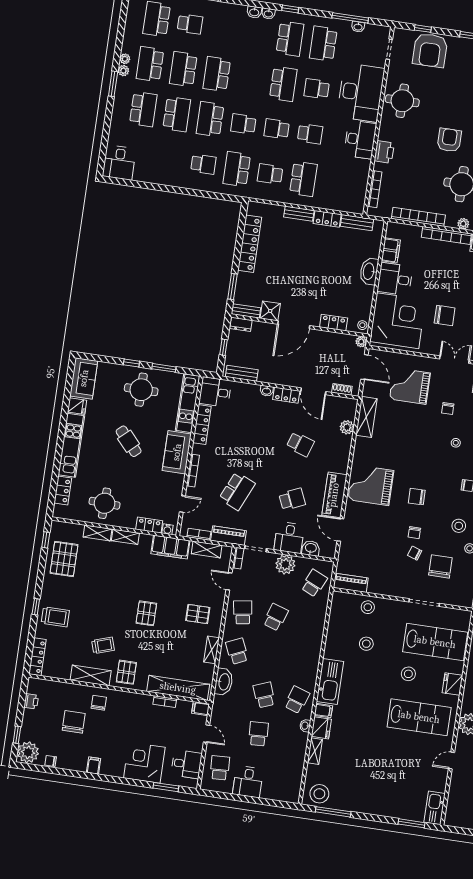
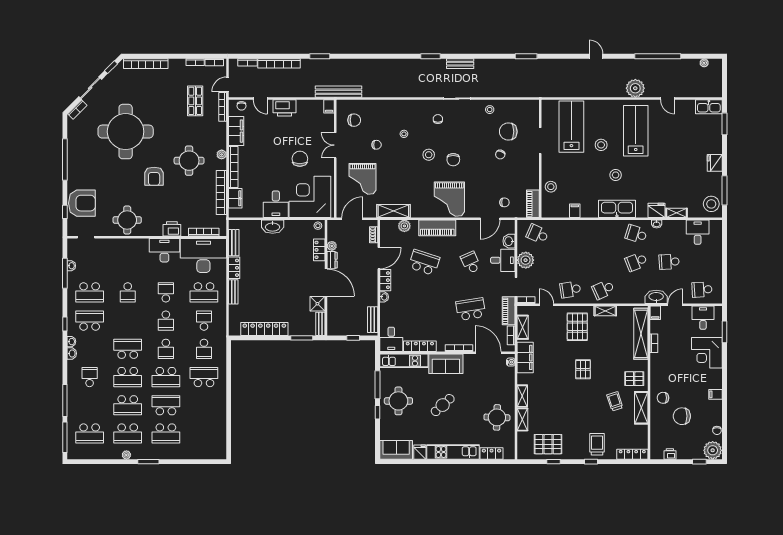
school desk: (190, 24) -> (90, 377), moved
plant: (123, 71) -> (136, 455), removed
school desk: (283, 84) -> (128, 349), moved
desk: (361, 93) -> (203, 255), moved
school desk: (143, 109) -> (166, 433), turned 180
armchair: (449, 140) -> (154, 176), turned -90
desk: (119, 163) -> (213, 447), removed
school desk: (203, 164) -> (204, 377), width x1.85
school desk: (237, 169) -> (204, 349), width x0.54
school desk: (270, 174) -> (204, 321), turned 180
school desk: (303, 179) -> (204, 292), turned 180
filing cabinet: (391, 250) -> (235, 198), moved, turned 90
dresser: (241, 324) -> (332, 260), moved
plant: (361, 342) -> (332, 246), moved
window: (164, 368) -> (378, 385), width x1.44
school desk: (300, 444) -> (424, 262), width x1.85
school desk: (237, 491) -> (471, 309), turned -33
piano: (334, 495) -> (437, 228), moved
door: (182, 504) -> (488, 353), width x1.87
locker: (149, 525) -> (510, 378), removed
stool: (459, 526) -> (429, 155), moved
chair: (414, 533) -> (504, 202), moved
window: (46, 540) -> (553, 462), moved
door: (229, 581) -> (546, 305), swing flipped
pallet: (146, 613) -> (583, 369), turned 90
pallet: (198, 614) -> (577, 327), width x1.50, depth x1.42
school desk: (276, 617) -> (570, 262), removed
stool: (366, 644) -> (616, 175), moved
washbasin: (224, 682) -> (656, 297), moved
fridge: (452, 684) -> (715, 163), moved, turned 90
filing cabinet: (323, 711) -> (575, 211), moved
desk: (248, 782) -> (698, 232), moved, turned -90

